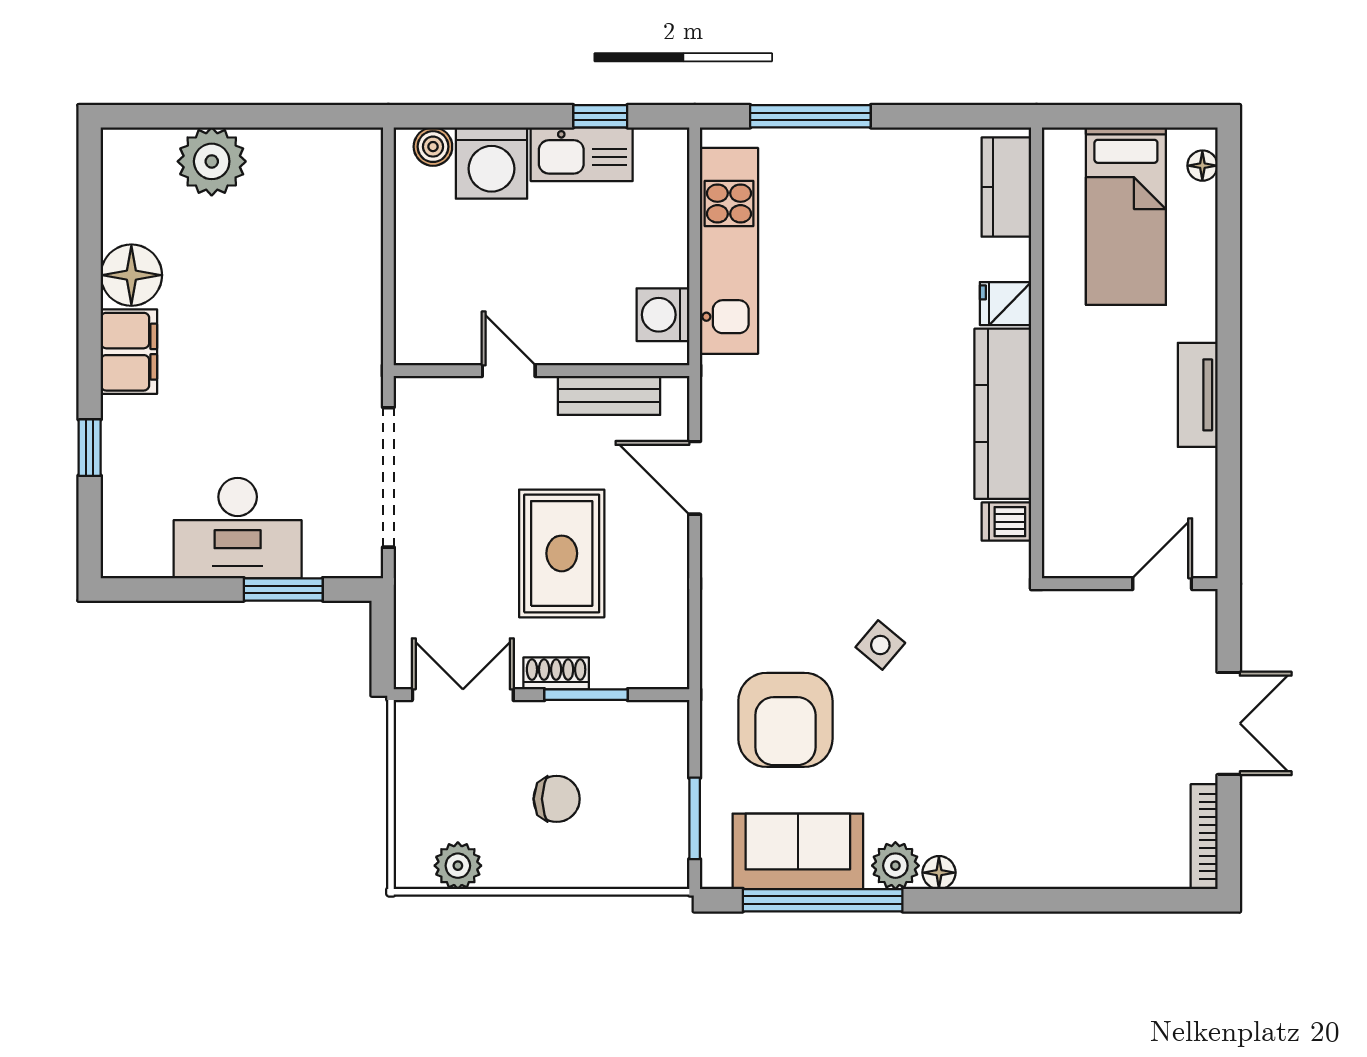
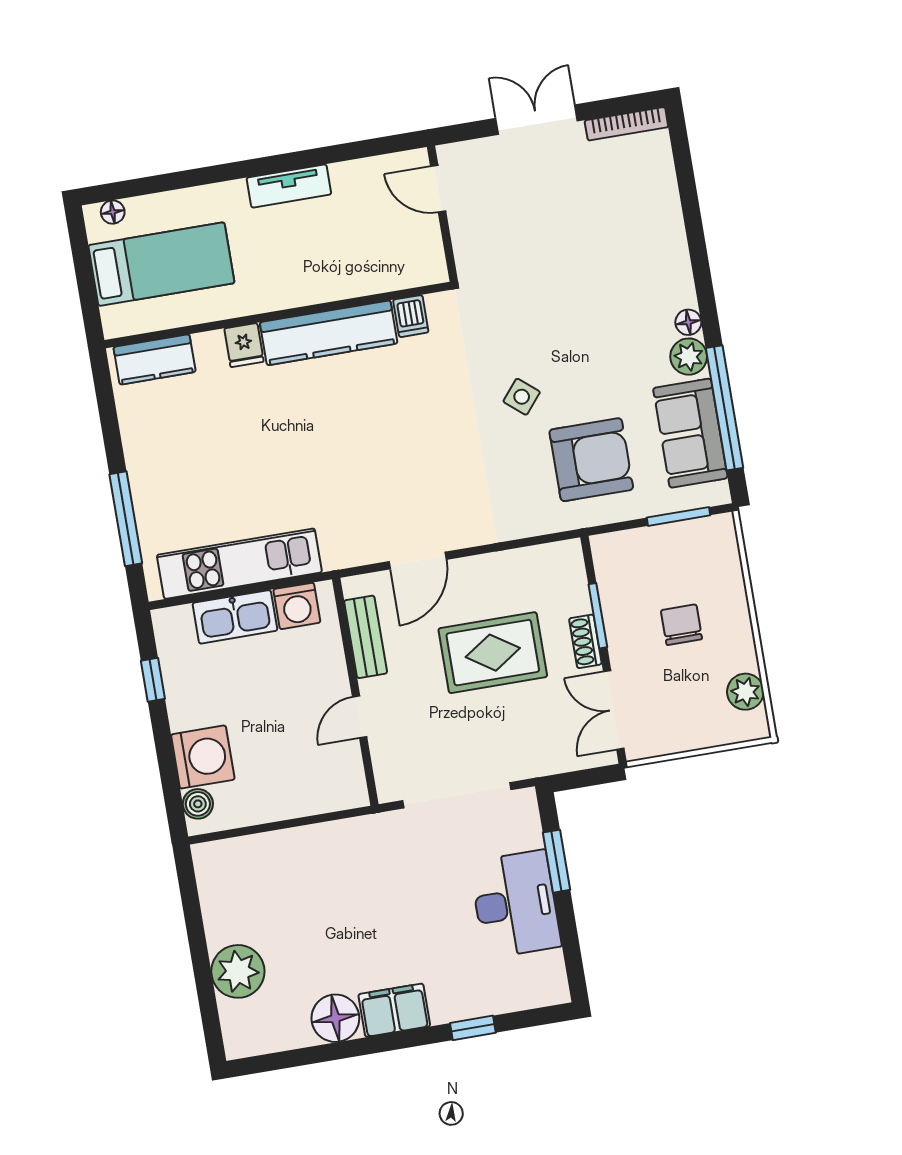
kitchen sink: (582, 154) -> (235, 617), moved, turned 90

